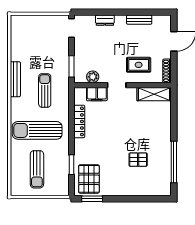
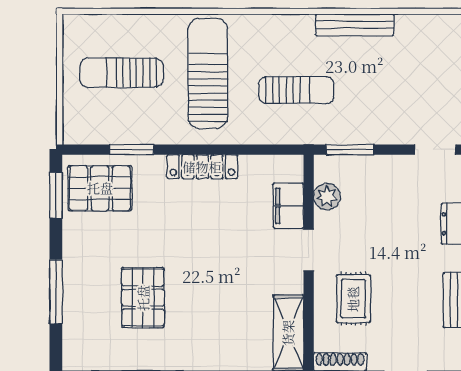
bench: (15, 79) -> (355, 25), moved
locker: (79, 121) -> (202, 167), moved
pallet: (138, 160) -> (143, 298), width x1.50, depth x1.42
window: (136, 199) -> (56, 292), added

